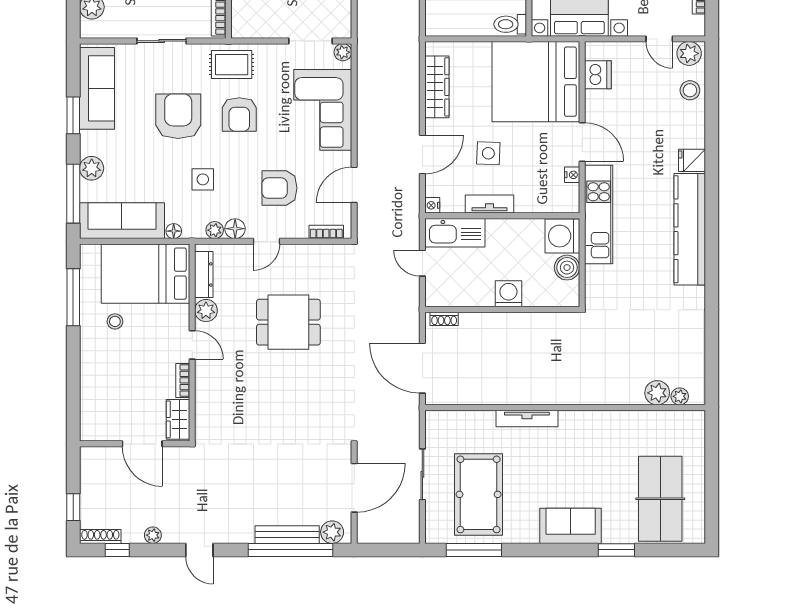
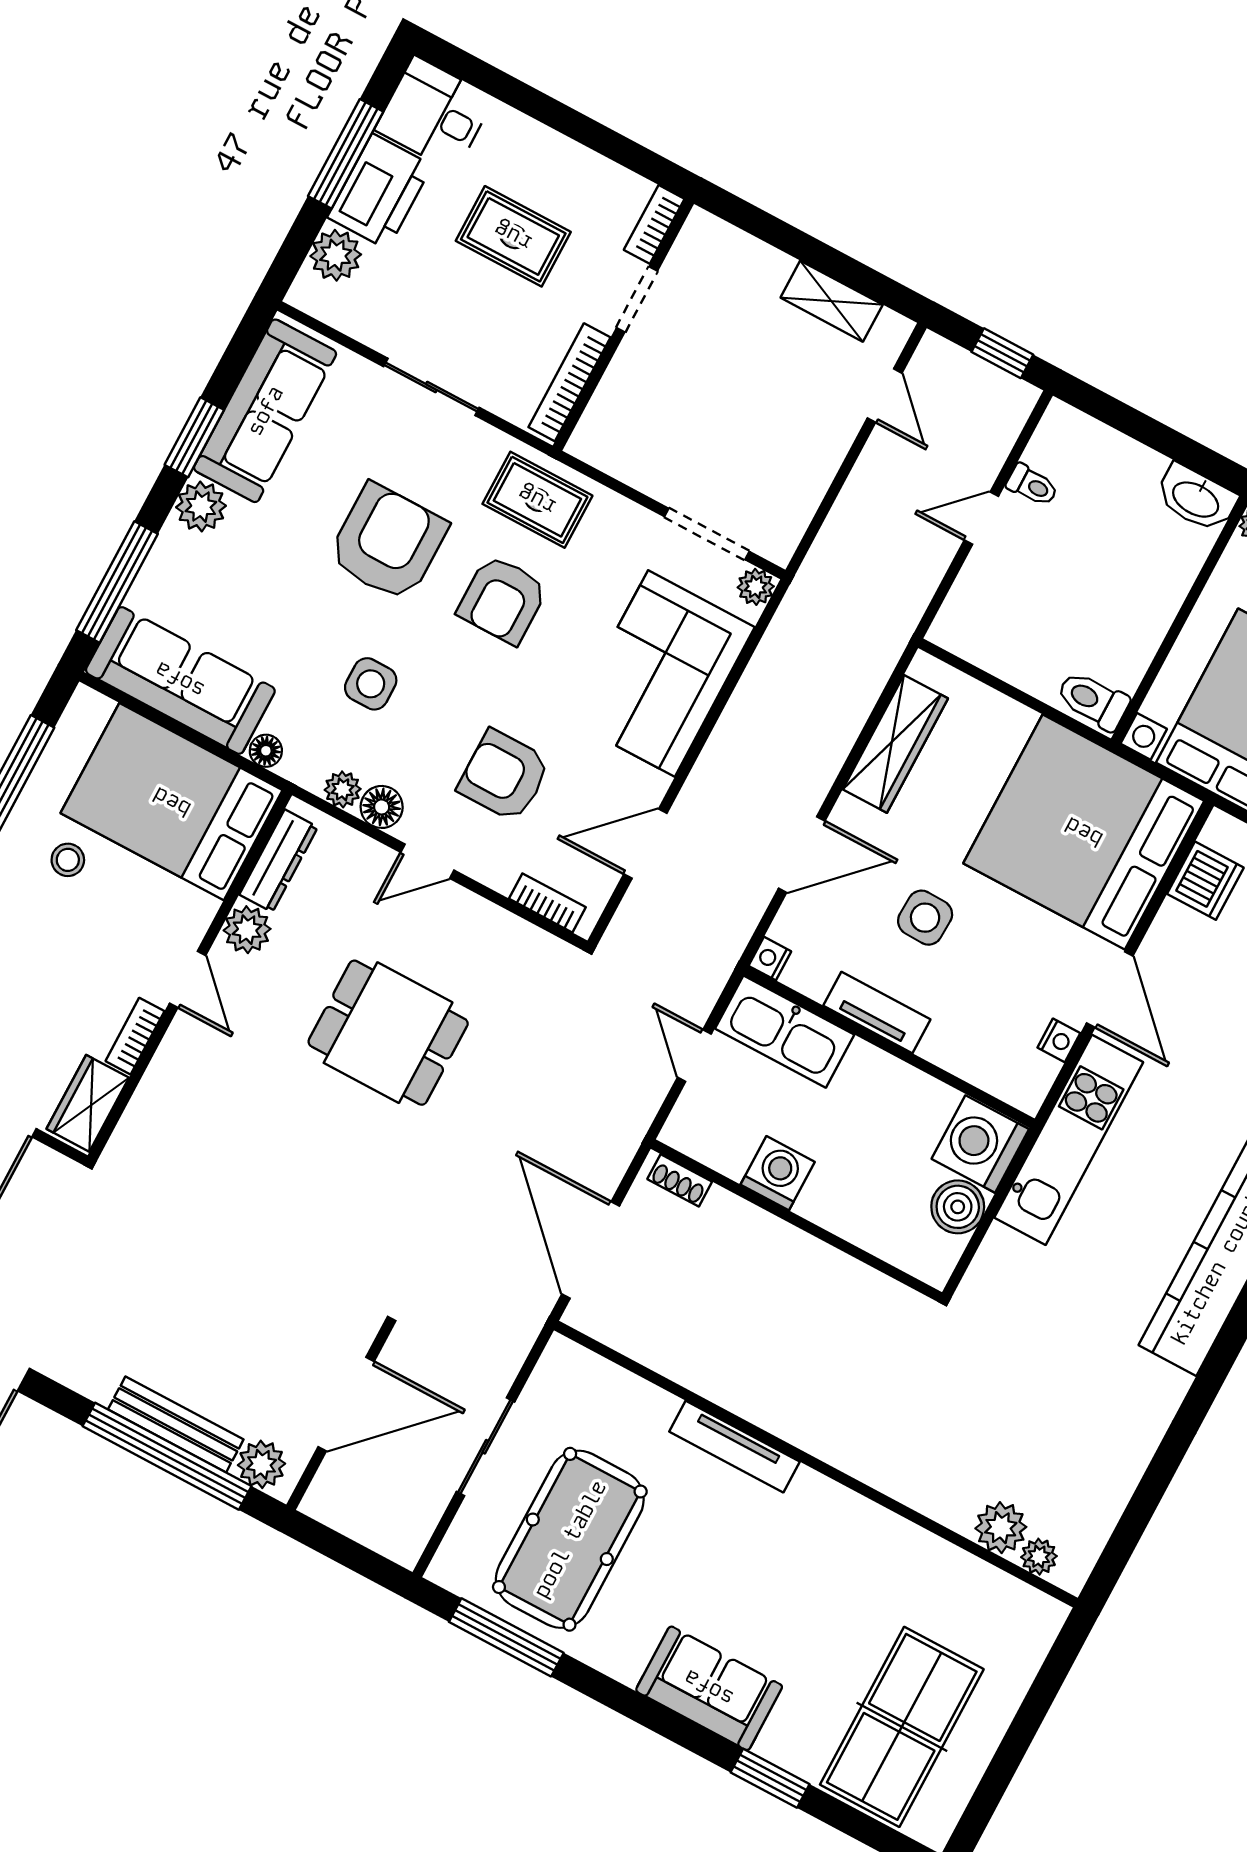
plant: (92, 168) -> (201, 507), moved
washing machine: (508, 294) -> (778, 1173), moved

